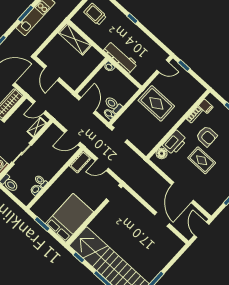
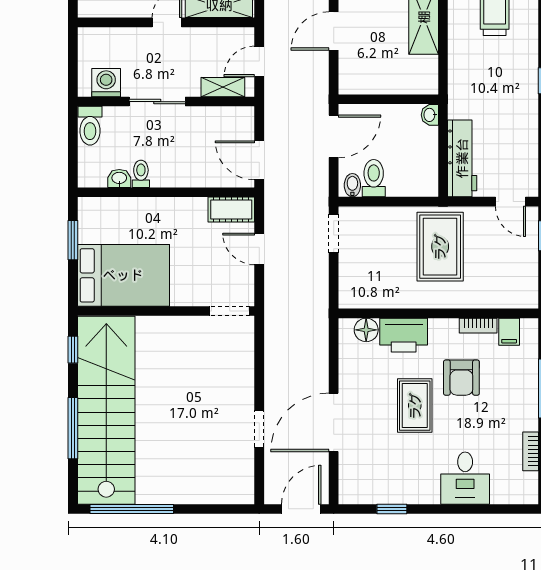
workbench: (120, 57) -> (462, 158), moved
door: (39, 107) -> (259, 61), hinge flipped

